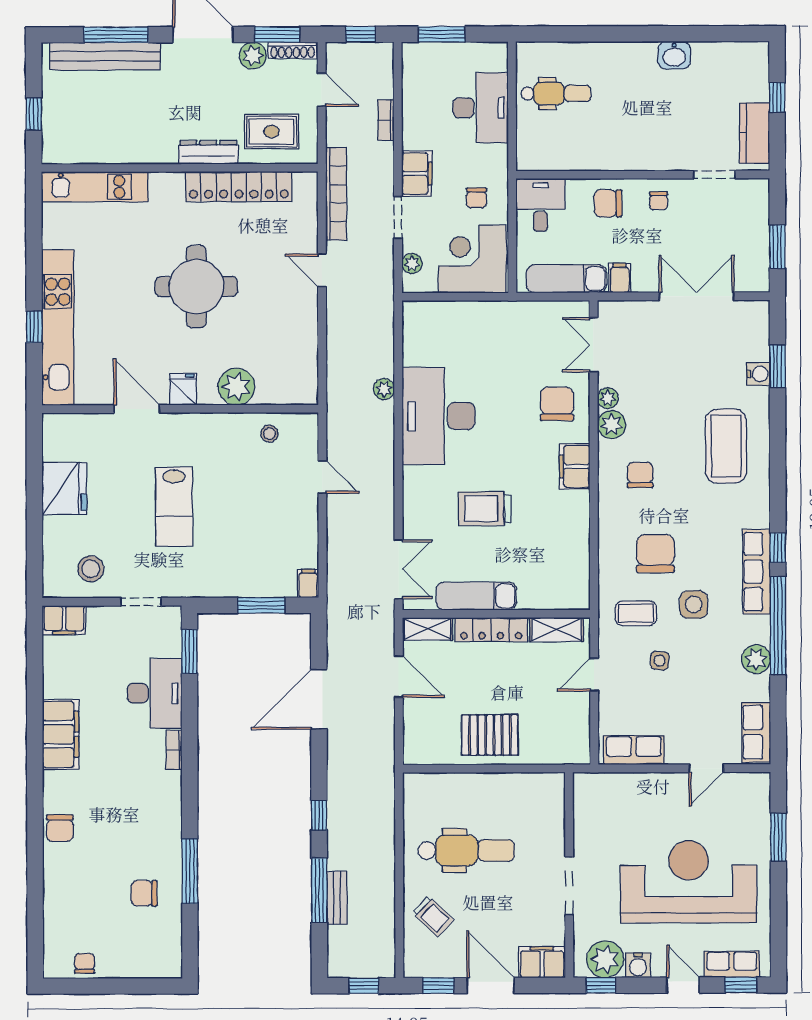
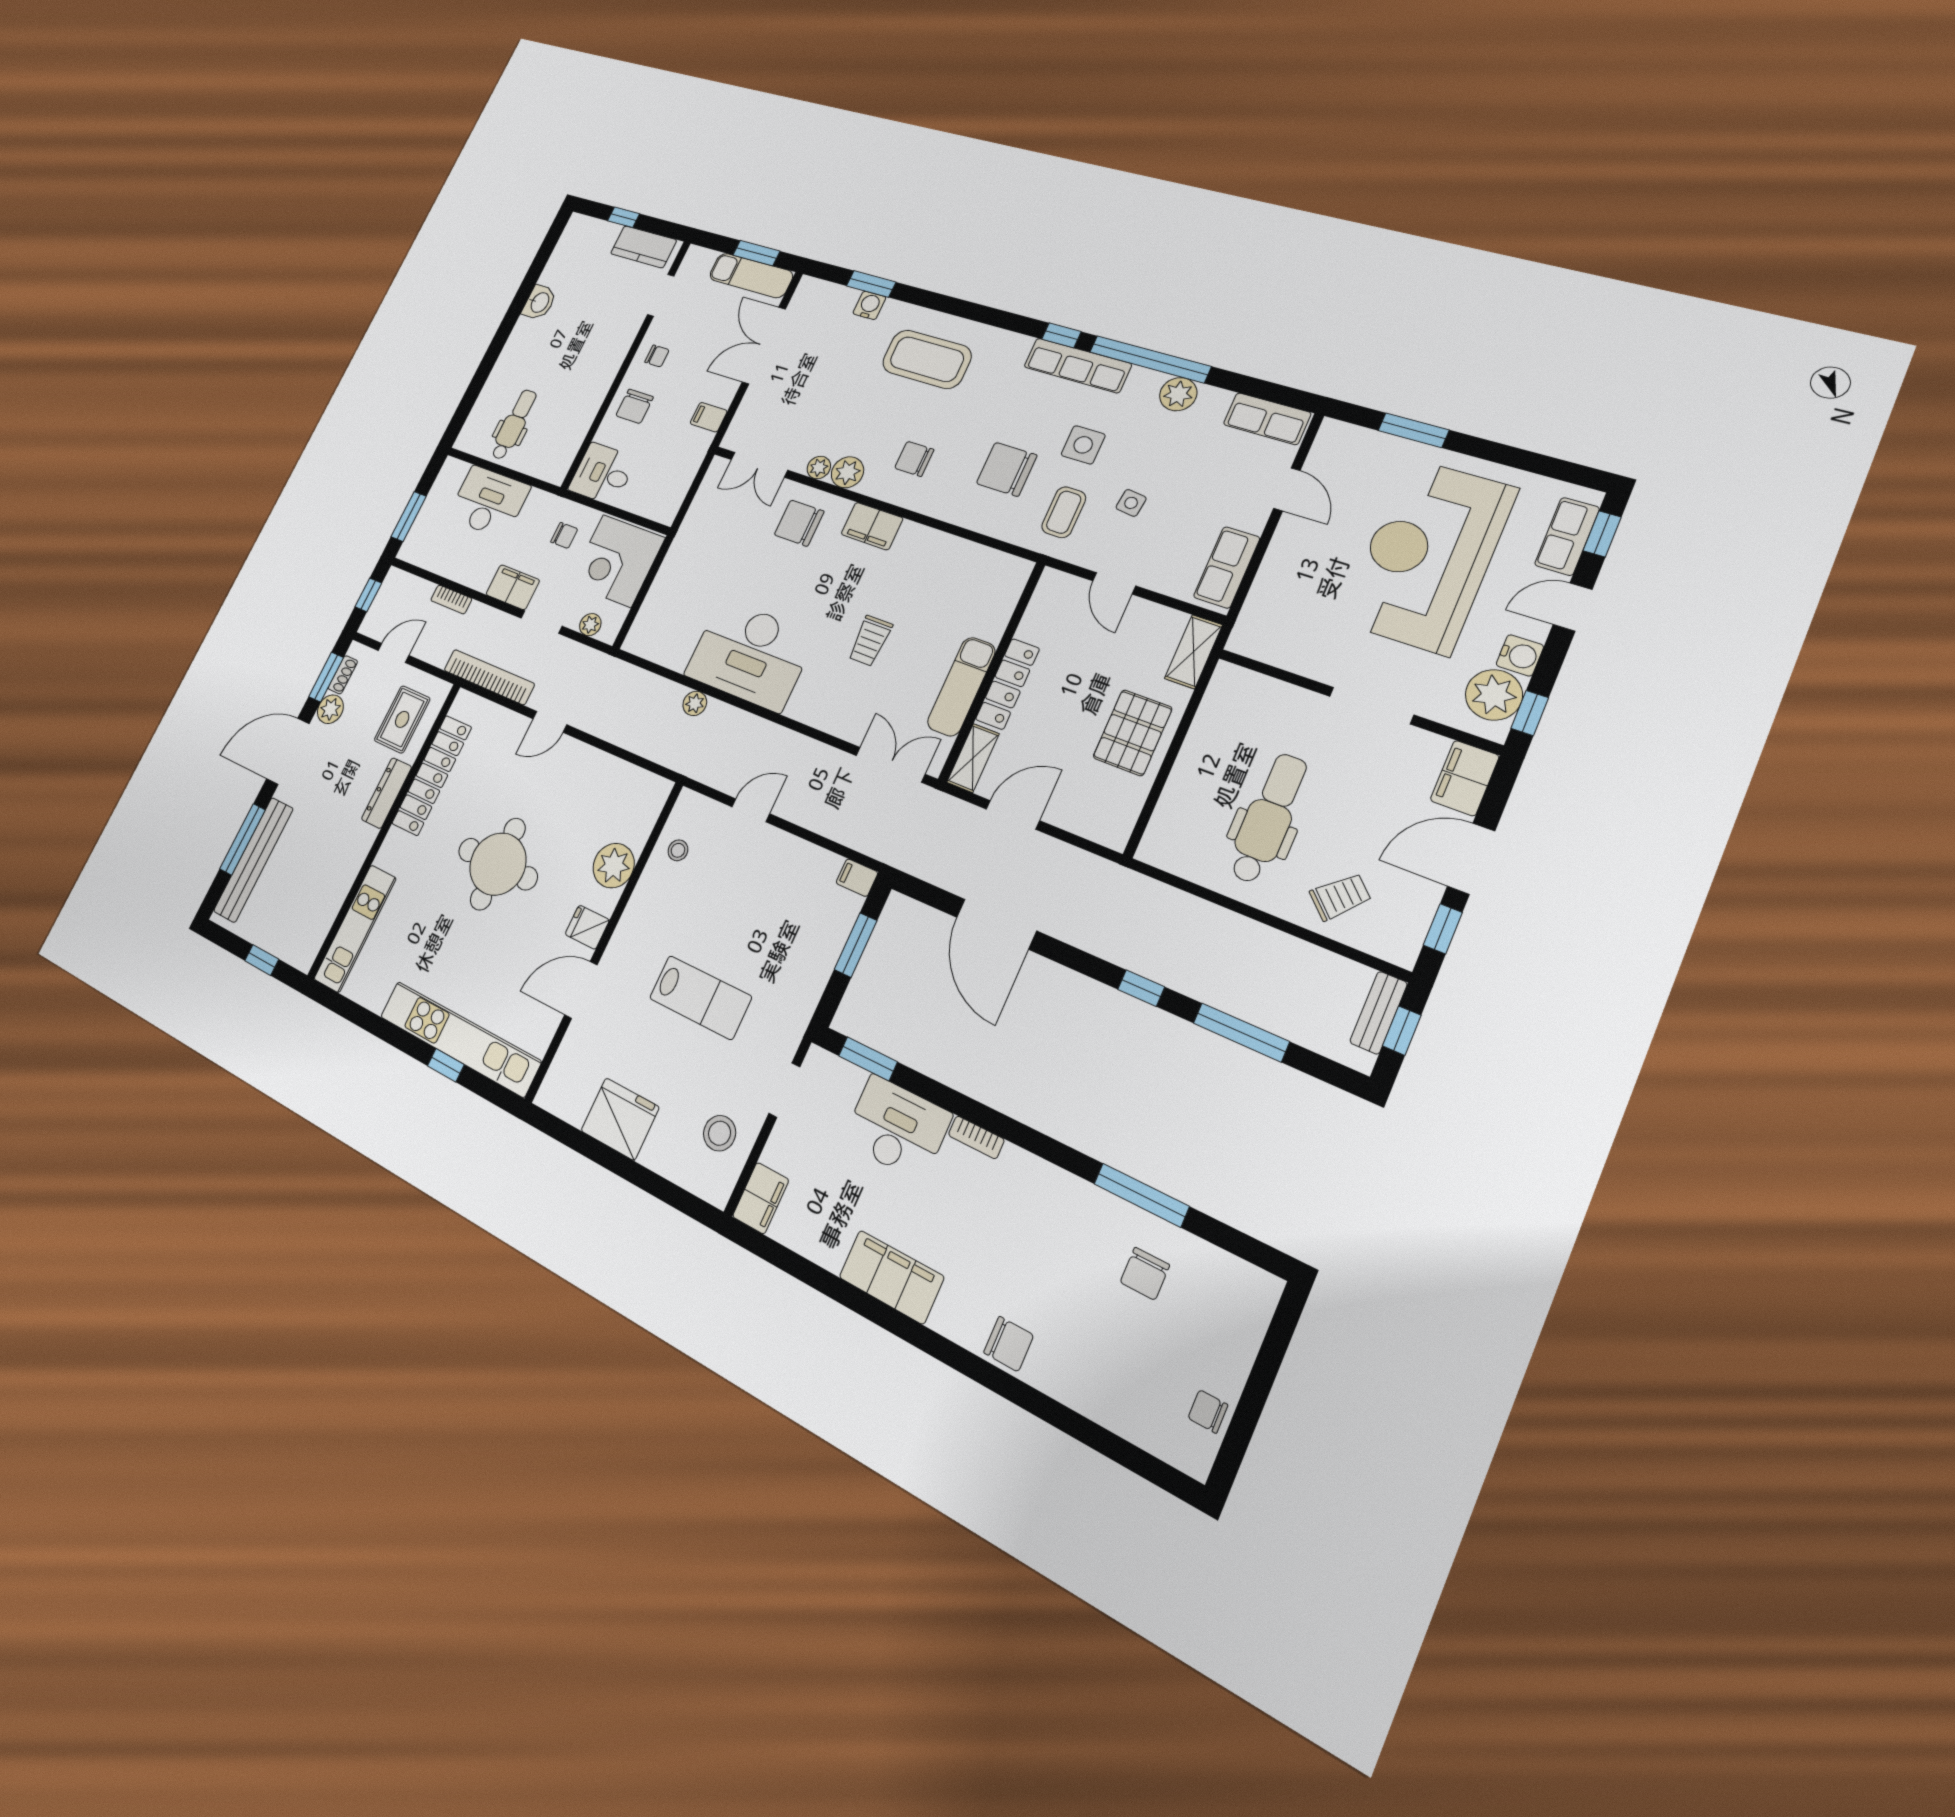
shoe rack: (293, 50) -> (343, 675), width x0.70
exam couch: (566, 279) -> (751, 275), moved, turned -90
trolley: (485, 509) -> (870, 641), width x0.73, depth x0.72
shelving: (557, 630) -> (1193, 652), moved
bench: (337, 898) -> (1379, 1013), moved, turned 90

